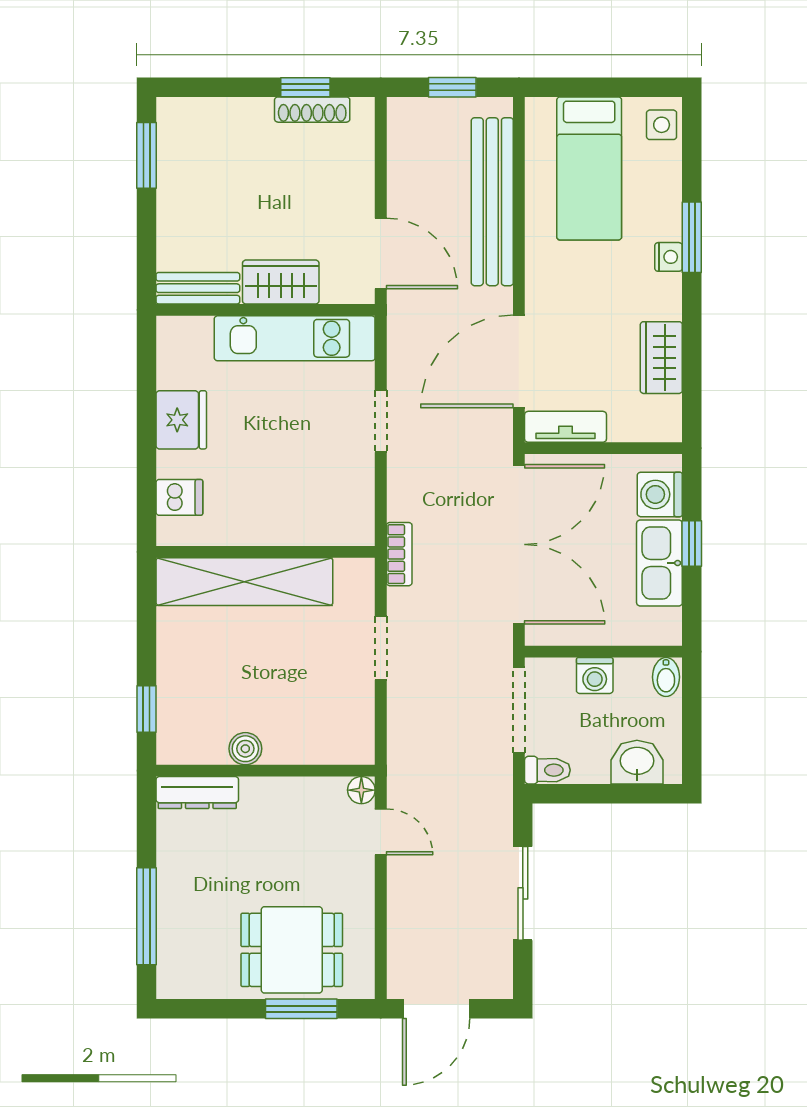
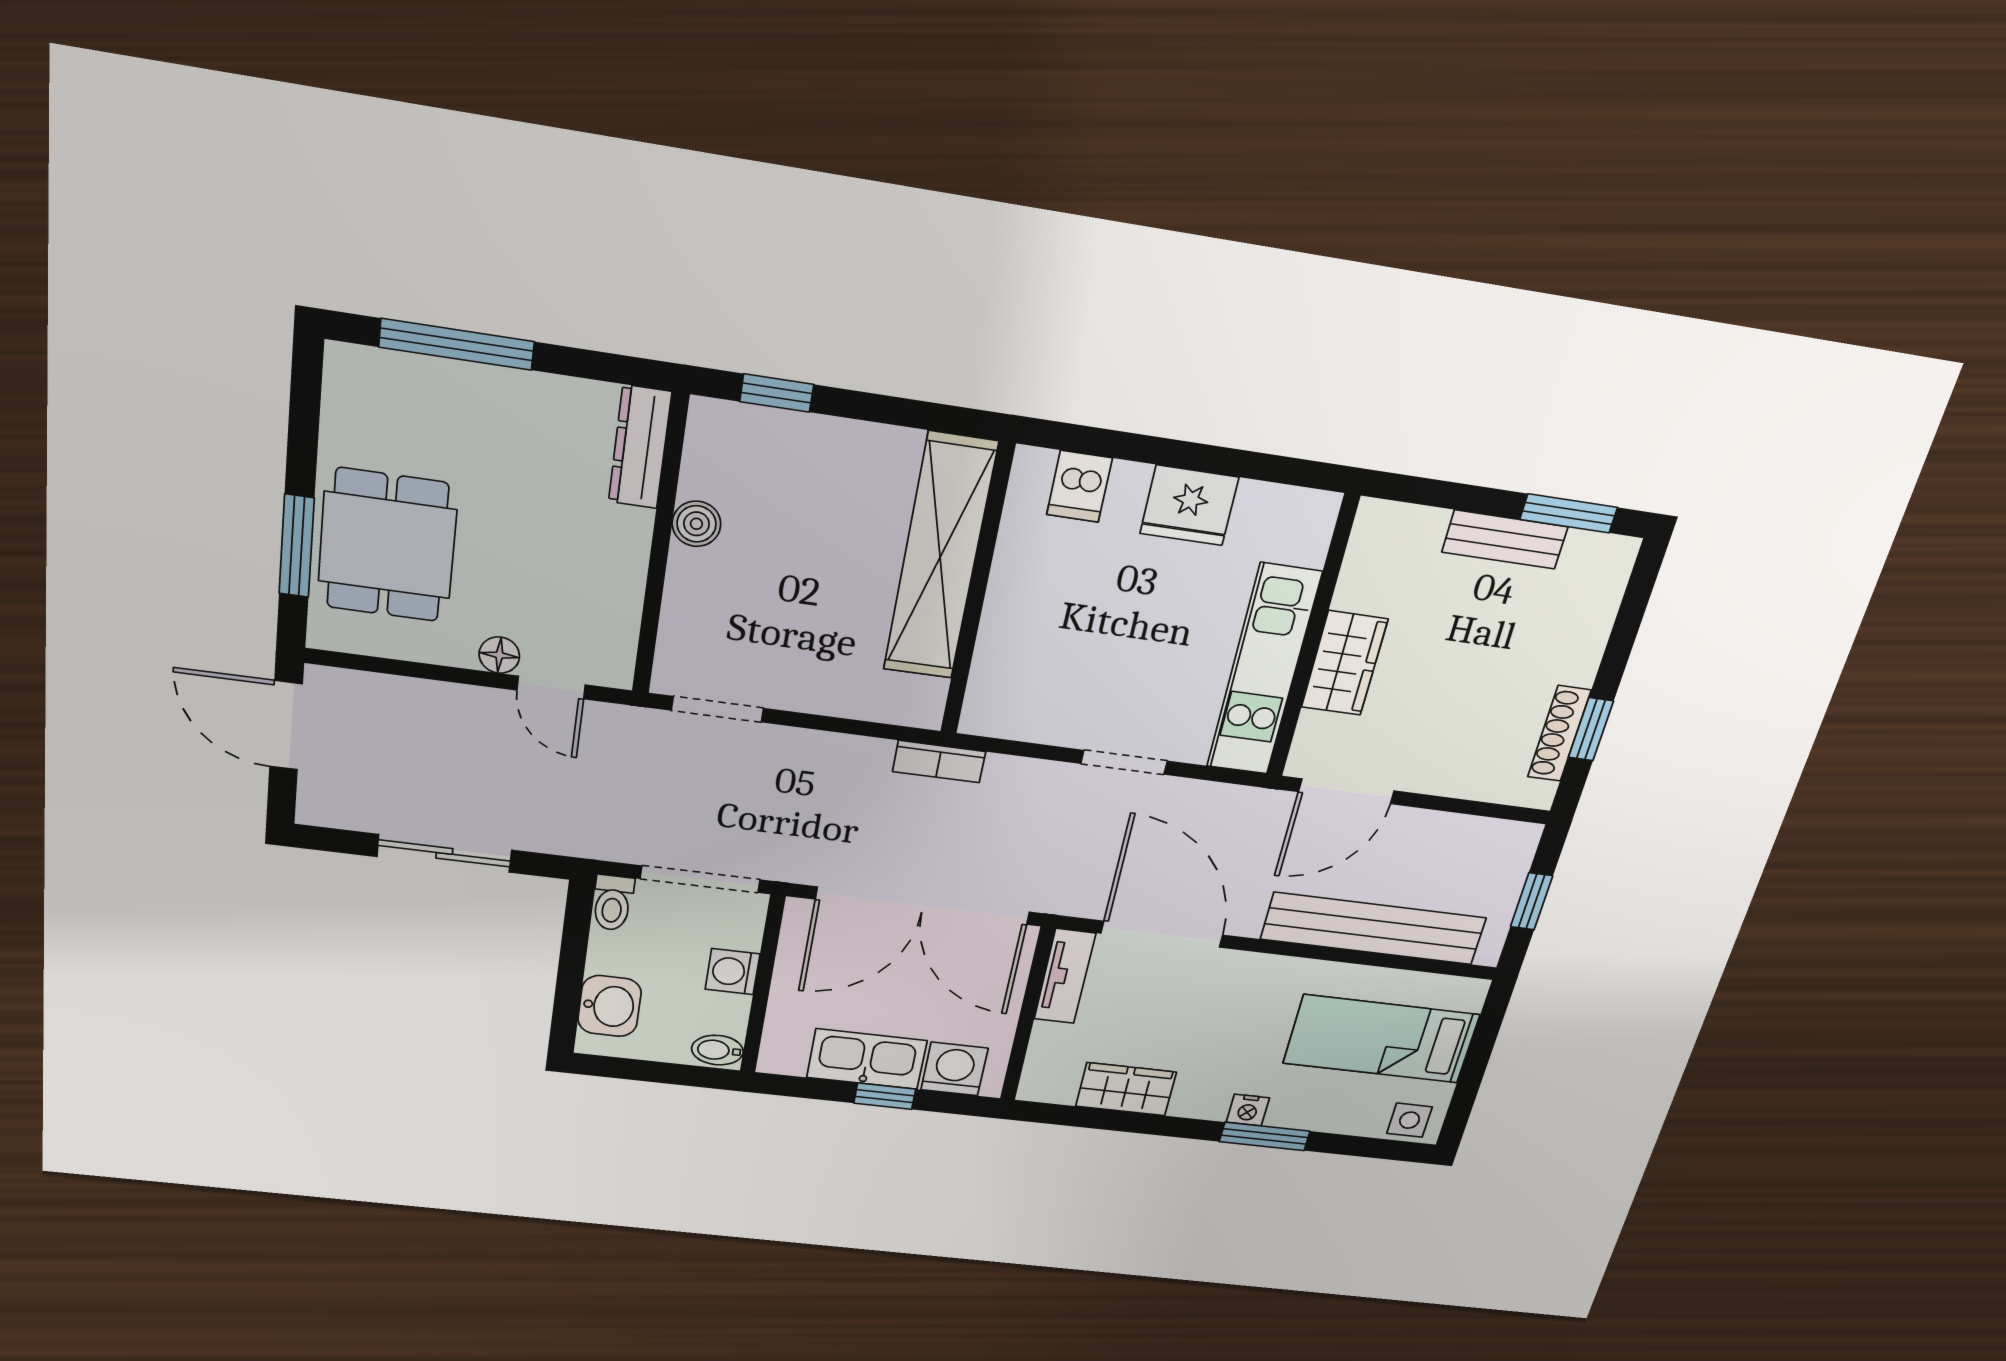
bench: (198, 288) -> (1505, 539), moved, turned 90
doorway: (381, 648) -> (717, 709), moved
floor lamp: (361, 790) -> (499, 655), moved
door: (381, 832) -> (551, 688), hinge flipped

